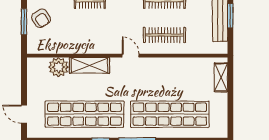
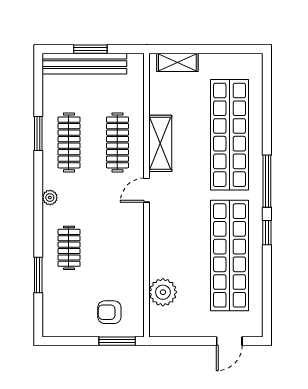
armchair: (41, 18) -> (109, 312), moved, turned -148
window: (24, 22) -> (117, 341), moved
shelving: (89, 65) -> (160, 143), moved

